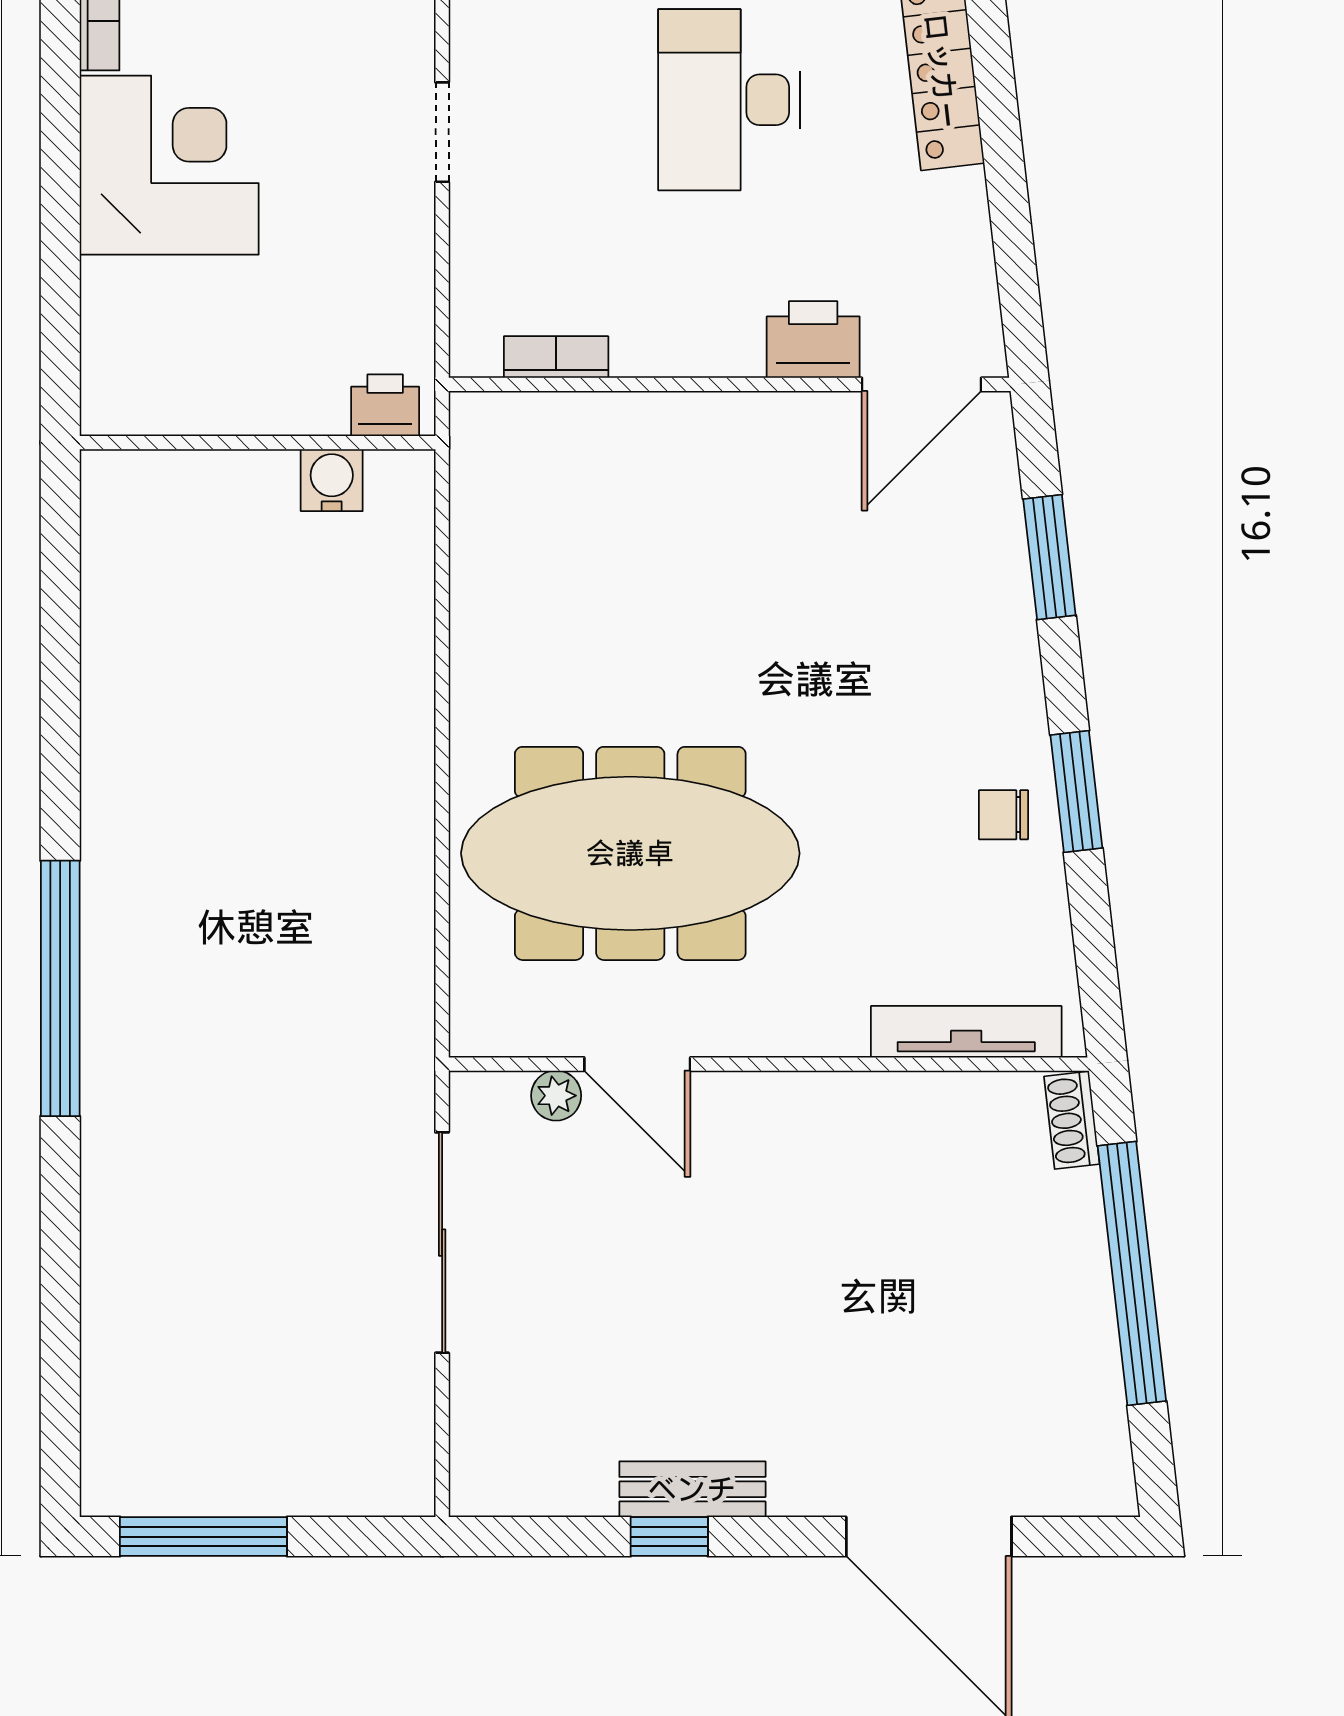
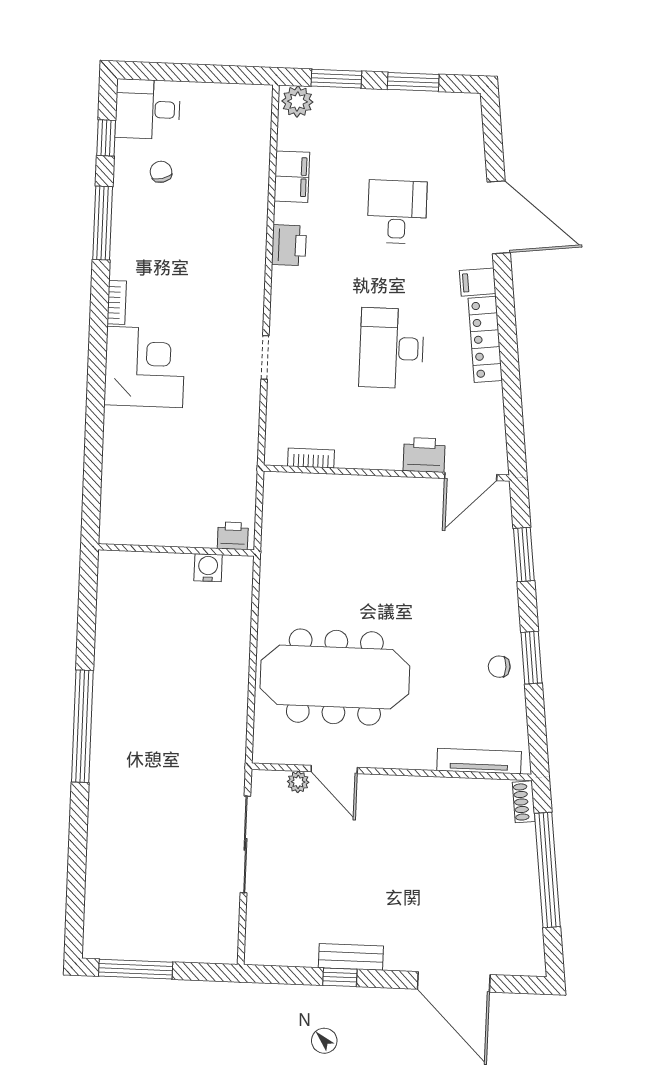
printer: (385, 405) -> (233, 536), moved
wall: (258, 443) -> (176, 550), moved
water cooler: (332, 480) -> (208, 568), moved

